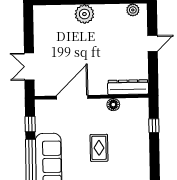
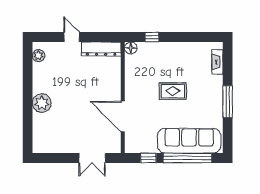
dresser: (128, 87) -> (101, 49), moved, turned -90
floor lamp: (113, 105) -> (131, 48), moved

